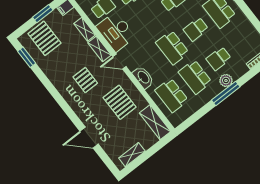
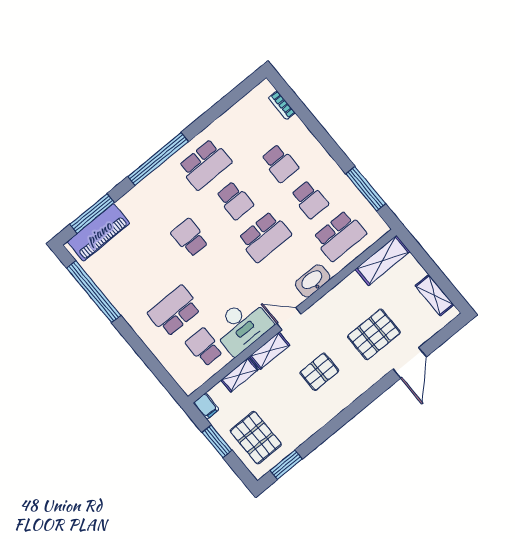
pallet: (44, 38) -> (256, 438), turned 90
door: (120, 62) -> (289, 319), swing flipped
school desk: (195, 77) -> (310, 199), width x0.54
plant: (226, 81) -> (314, 151), removed
window: (226, 93) -> (366, 189), moved
pallet: (120, 102) -> (374, 334), moved

